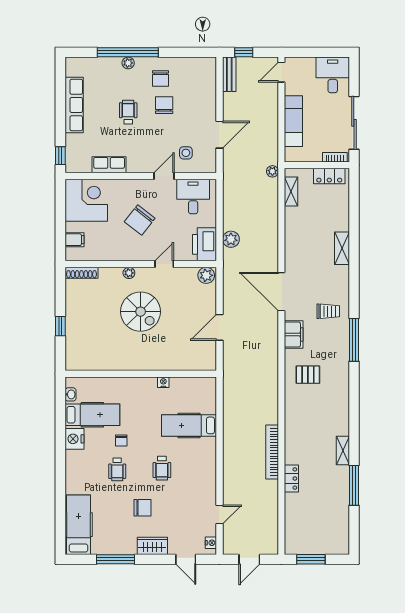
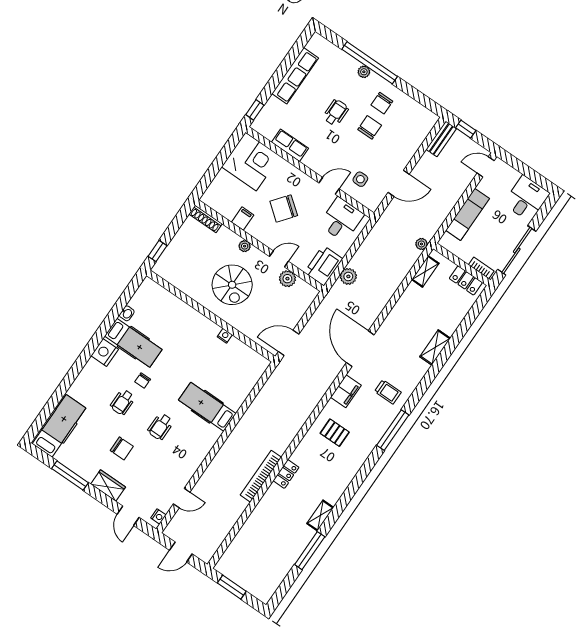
filing cabinet: (74, 240) -> (243, 219), moved, turned -90
plant: (206, 275) -> (287, 279), moved
wall: (141, 374) -> (211, 316), moved
nightstand: (163, 382) -> (225, 336), moved
locker: (291, 478) -> (286, 474), moved

